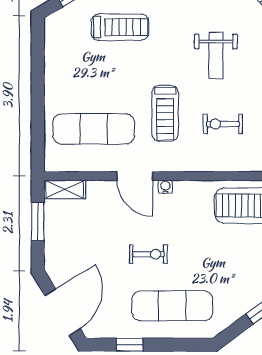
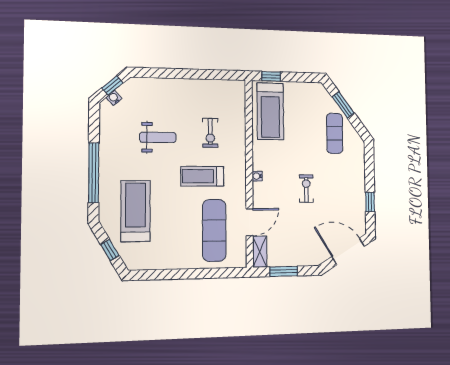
treadmill: (120, 27) -> (136, 211), width x1.37, depth x1.38
treadmill: (165, 113) -> (202, 176), turned 180
door: (135, 176) -> (250, 222), moved
exercise mat: (172, 306) -> (335, 133), moved, width x0.73, depth x0.69

